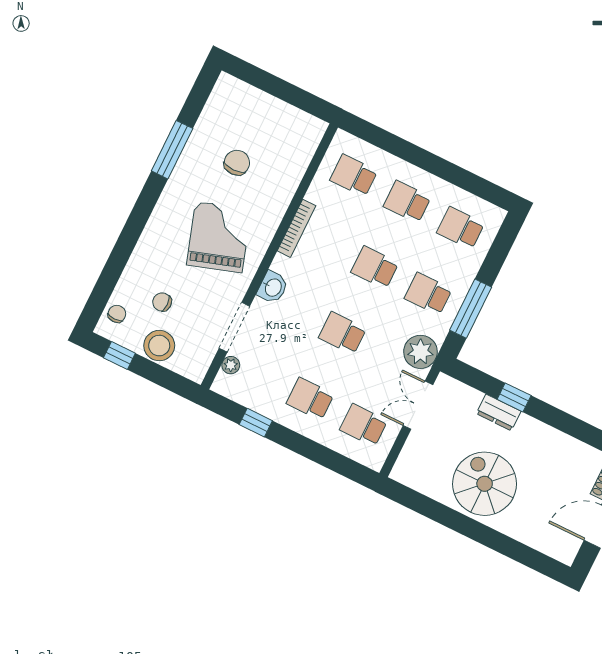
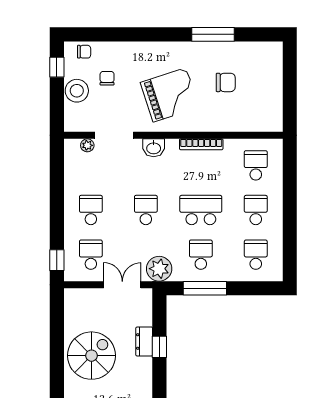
school desk: (375, 267) -> (201, 210), width x1.85
window: (256, 423) -> (57, 260), moved

